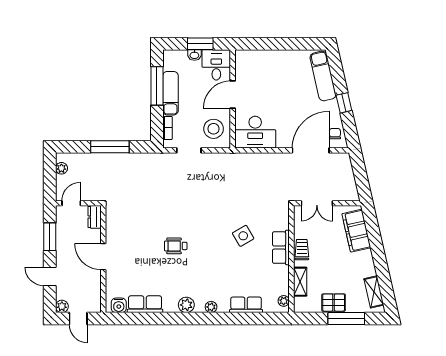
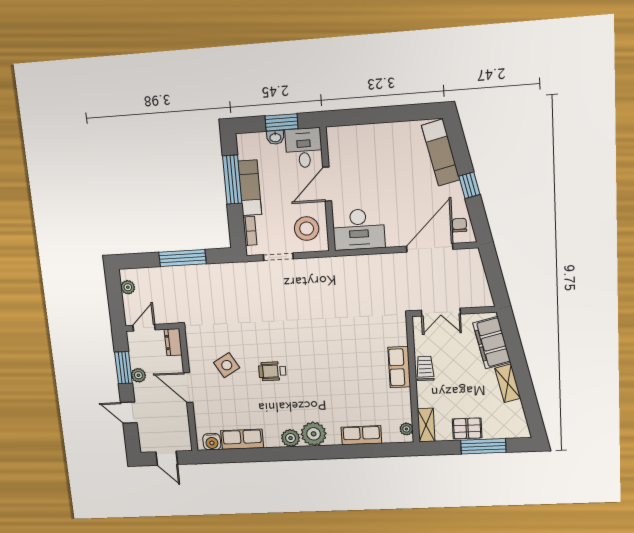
side table: (243, 236) -> (227, 365), moved
shelving: (300, 282) -> (426, 425), moved
shelving: (374, 292) -> (508, 383), moved
plant: (62, 306) -> (138, 375), moved
plant: (211, 307) -> (314, 434), width x1.88, depth x1.88

